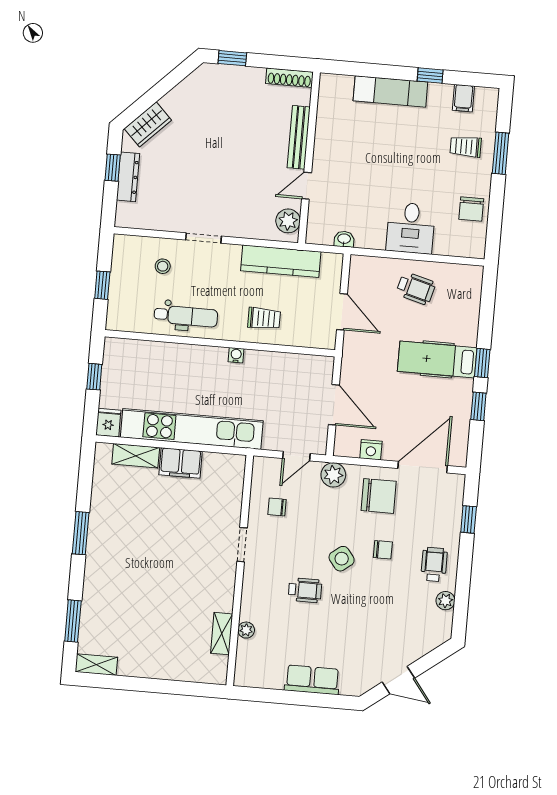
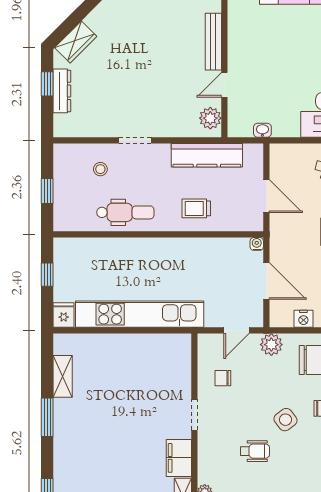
trolley: (264, 318) -> (196, 208), turned 180
water cooler: (236, 355) -> (257, 244), moved
shelving: (136, 456) -> (63, 376), moved, turned 90
filing cabinet: (181, 463) -> (179, 458), moved, turned 90

